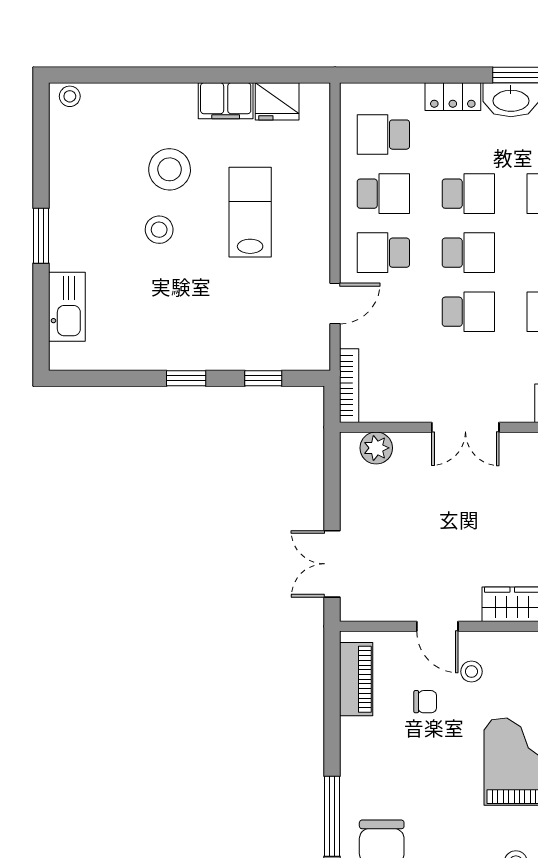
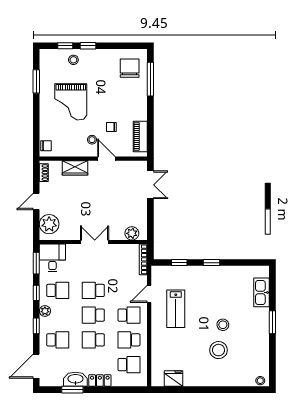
filing cabinet: (226, 101) -> (195, 379), removed
lab bench: (250, 212) -> (176, 309), moved

